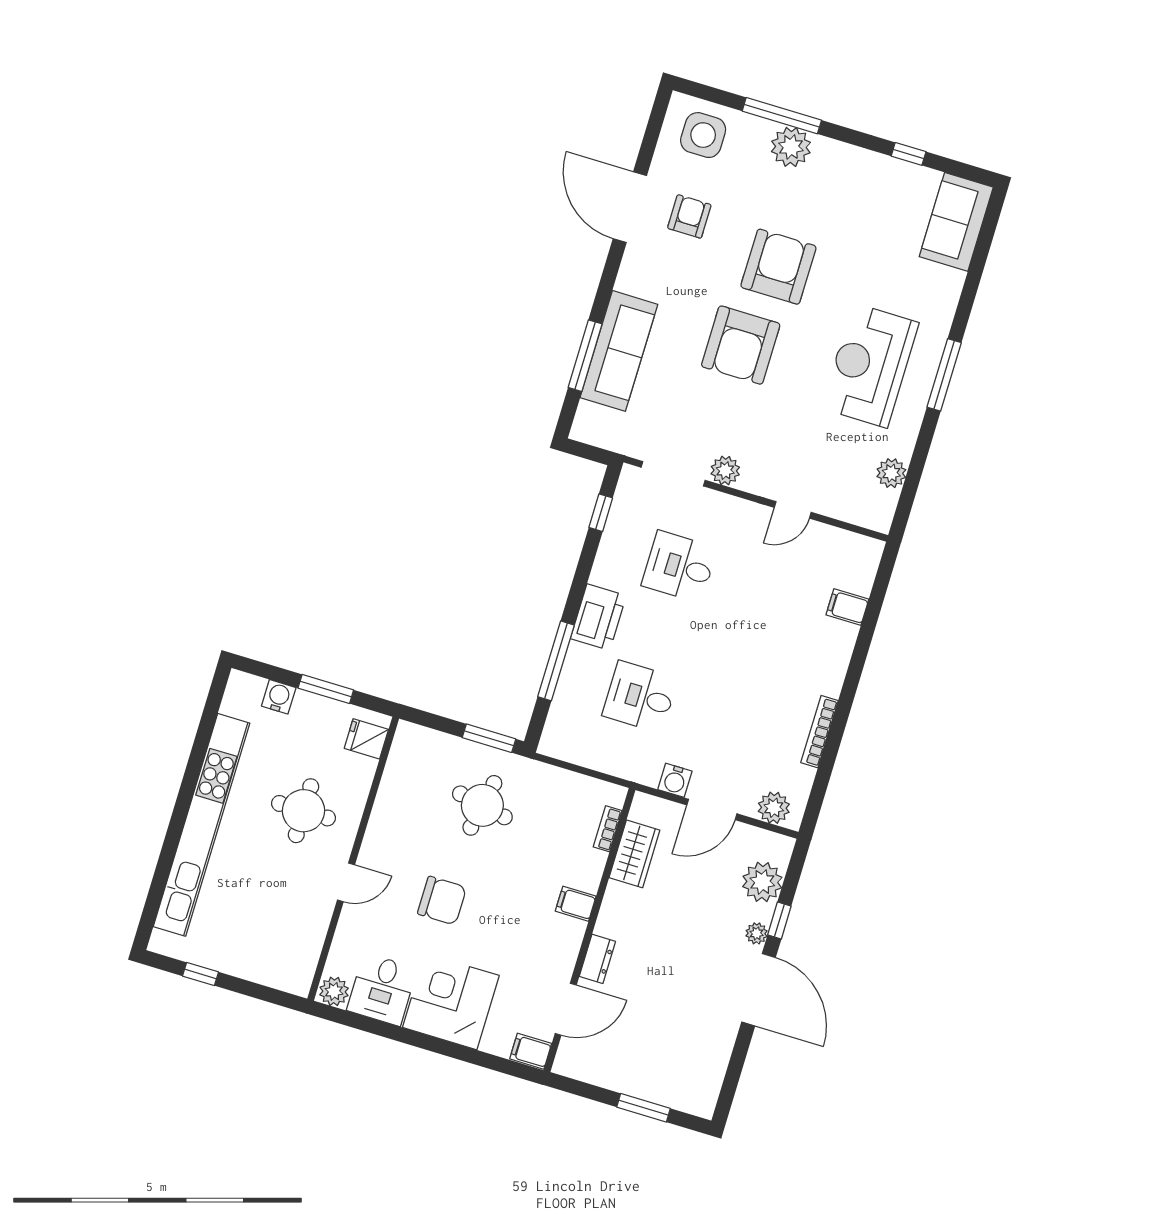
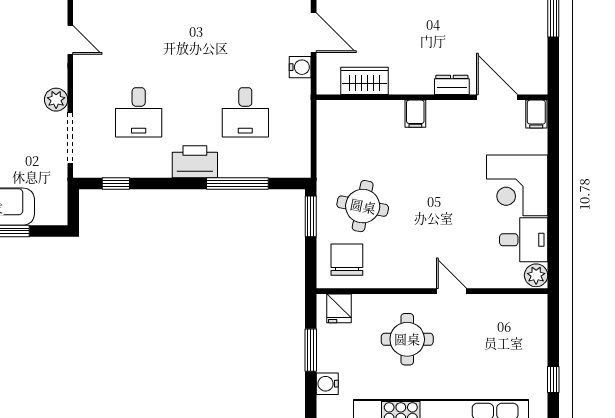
bookcase: (608, 829) -> (352, 107), removed
chair: (442, 901) -> (347, 260), moved

